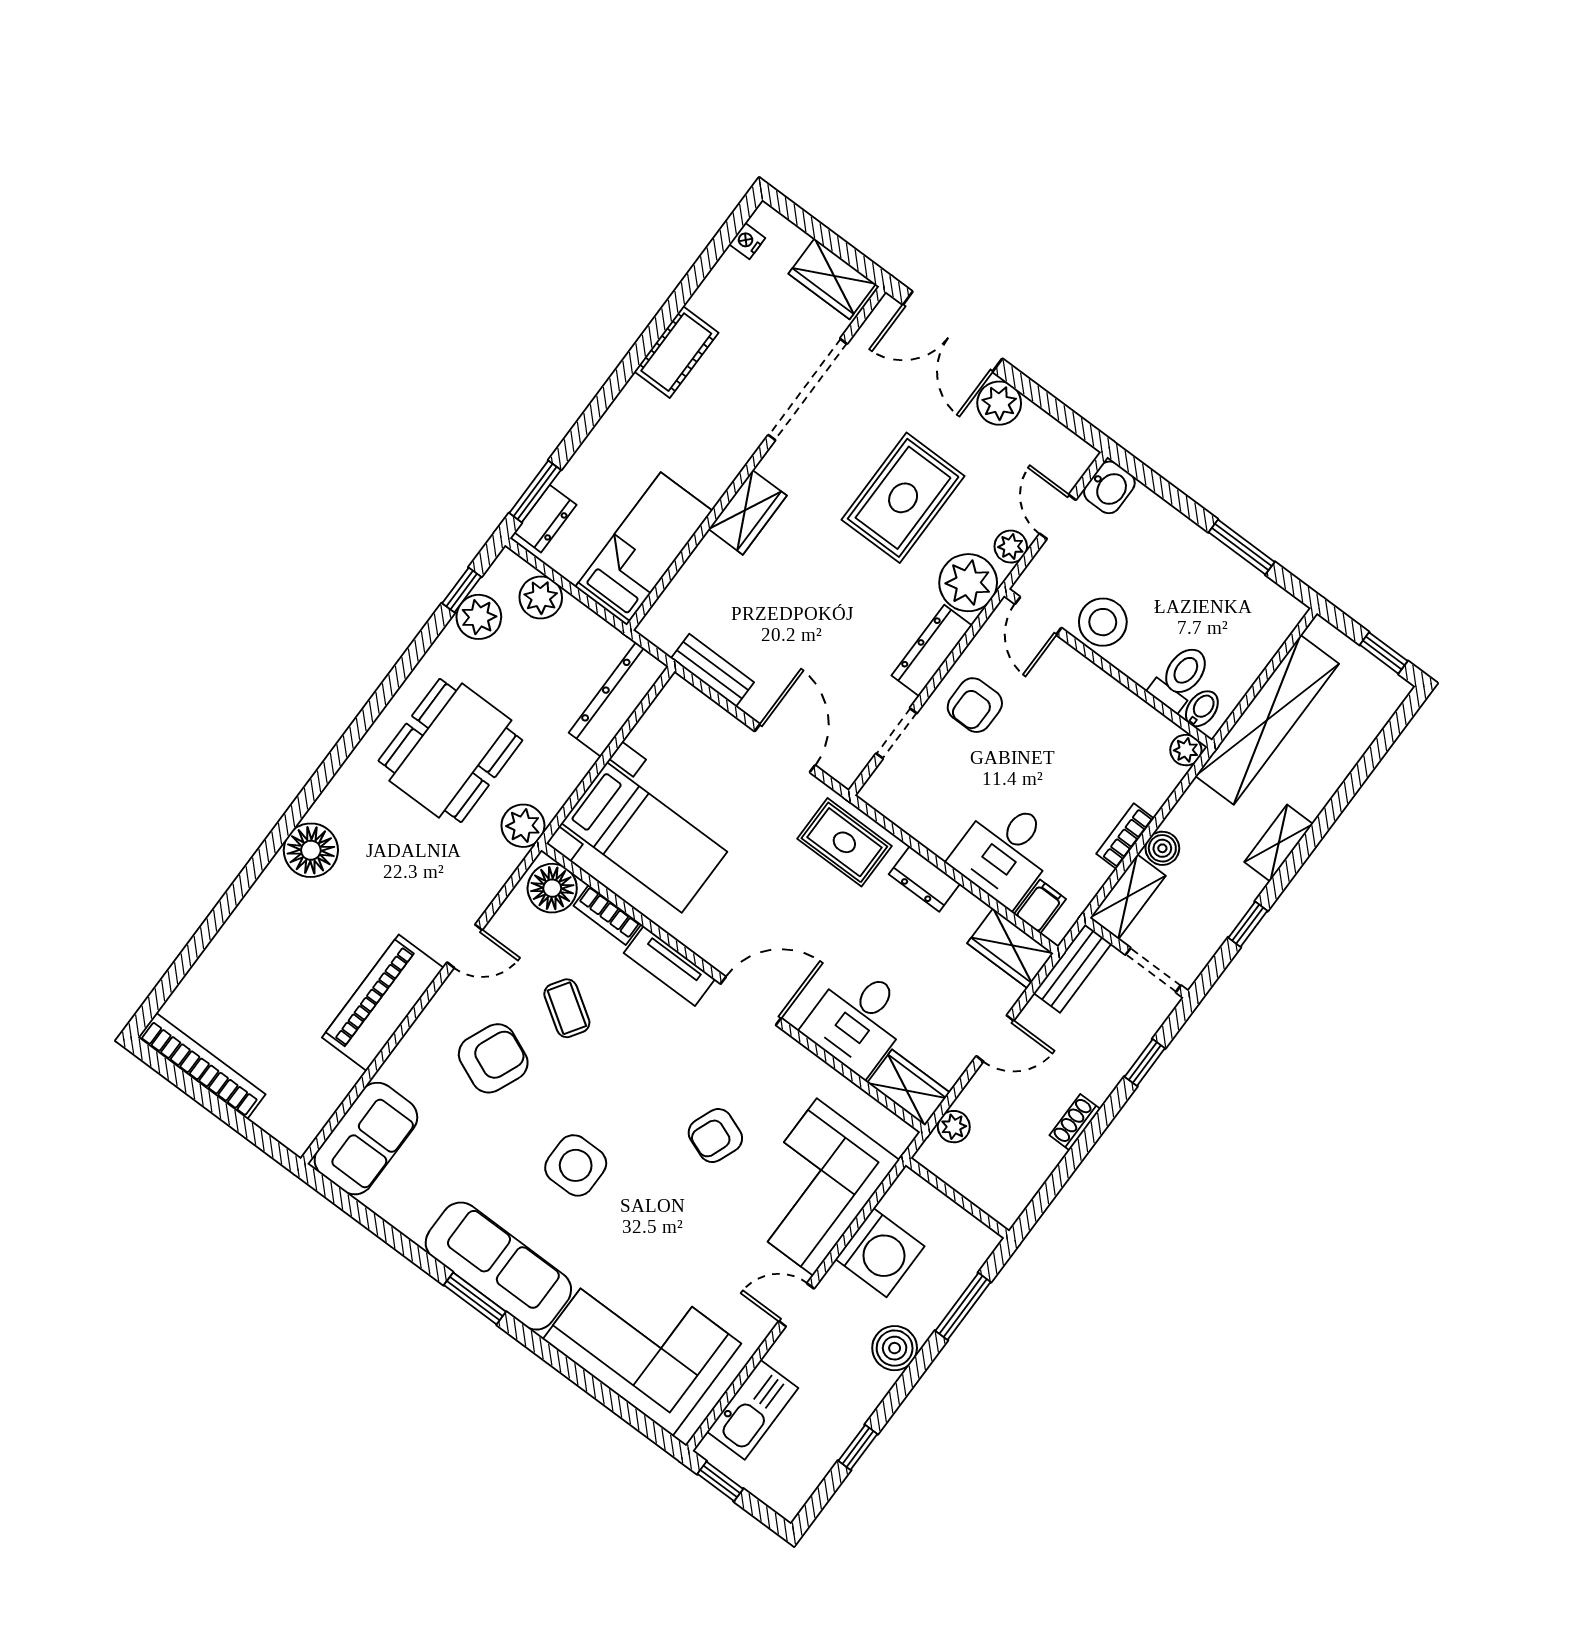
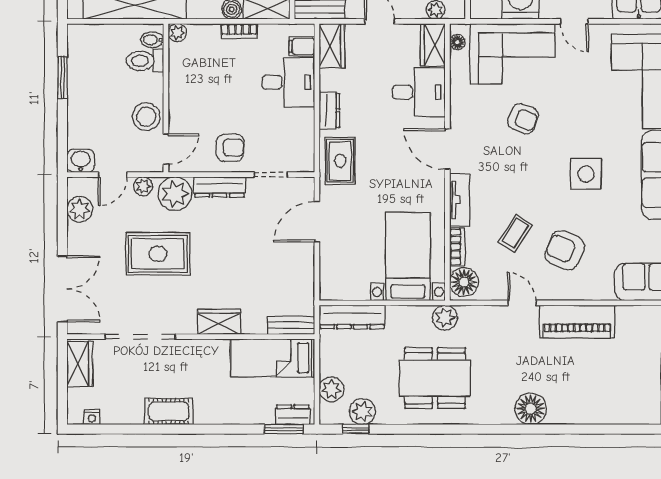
plant: (999, 403) -> (80, 209), moved
bench: (712, 670) -> (291, 325), moved, turned 90
floor lamp: (887, 1124) -> (457, 42), added

